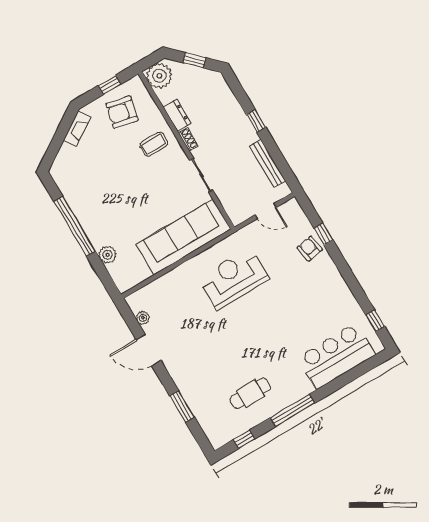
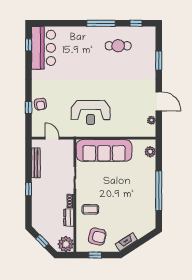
plant: (108, 255) -> (150, 152), moved
bar counter: (337, 356) -> (44, 48), moved, turned -90

